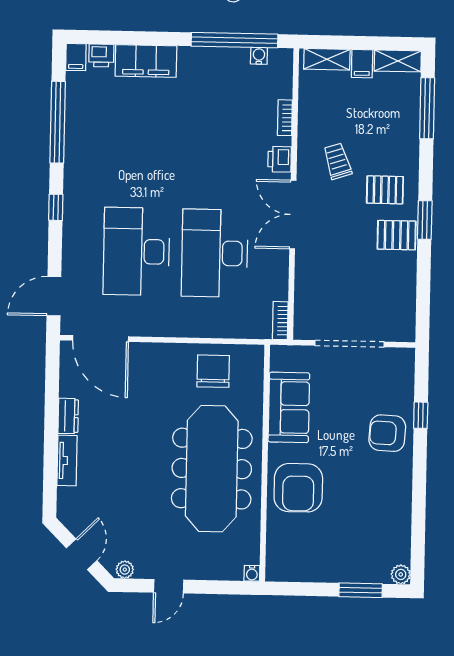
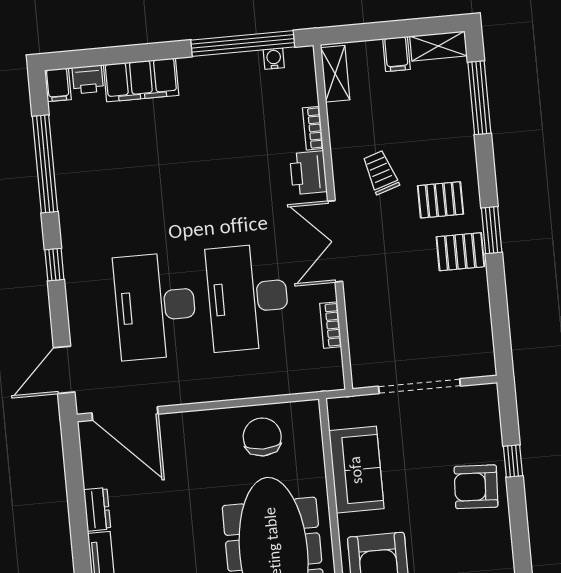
shelving: (327, 59) -> (335, 74), moved, turned 90
printer: (280, 159) -> (308, 173), width x1.36, depth x1.24
bookcase: (280, 321) -> (331, 325), moved

